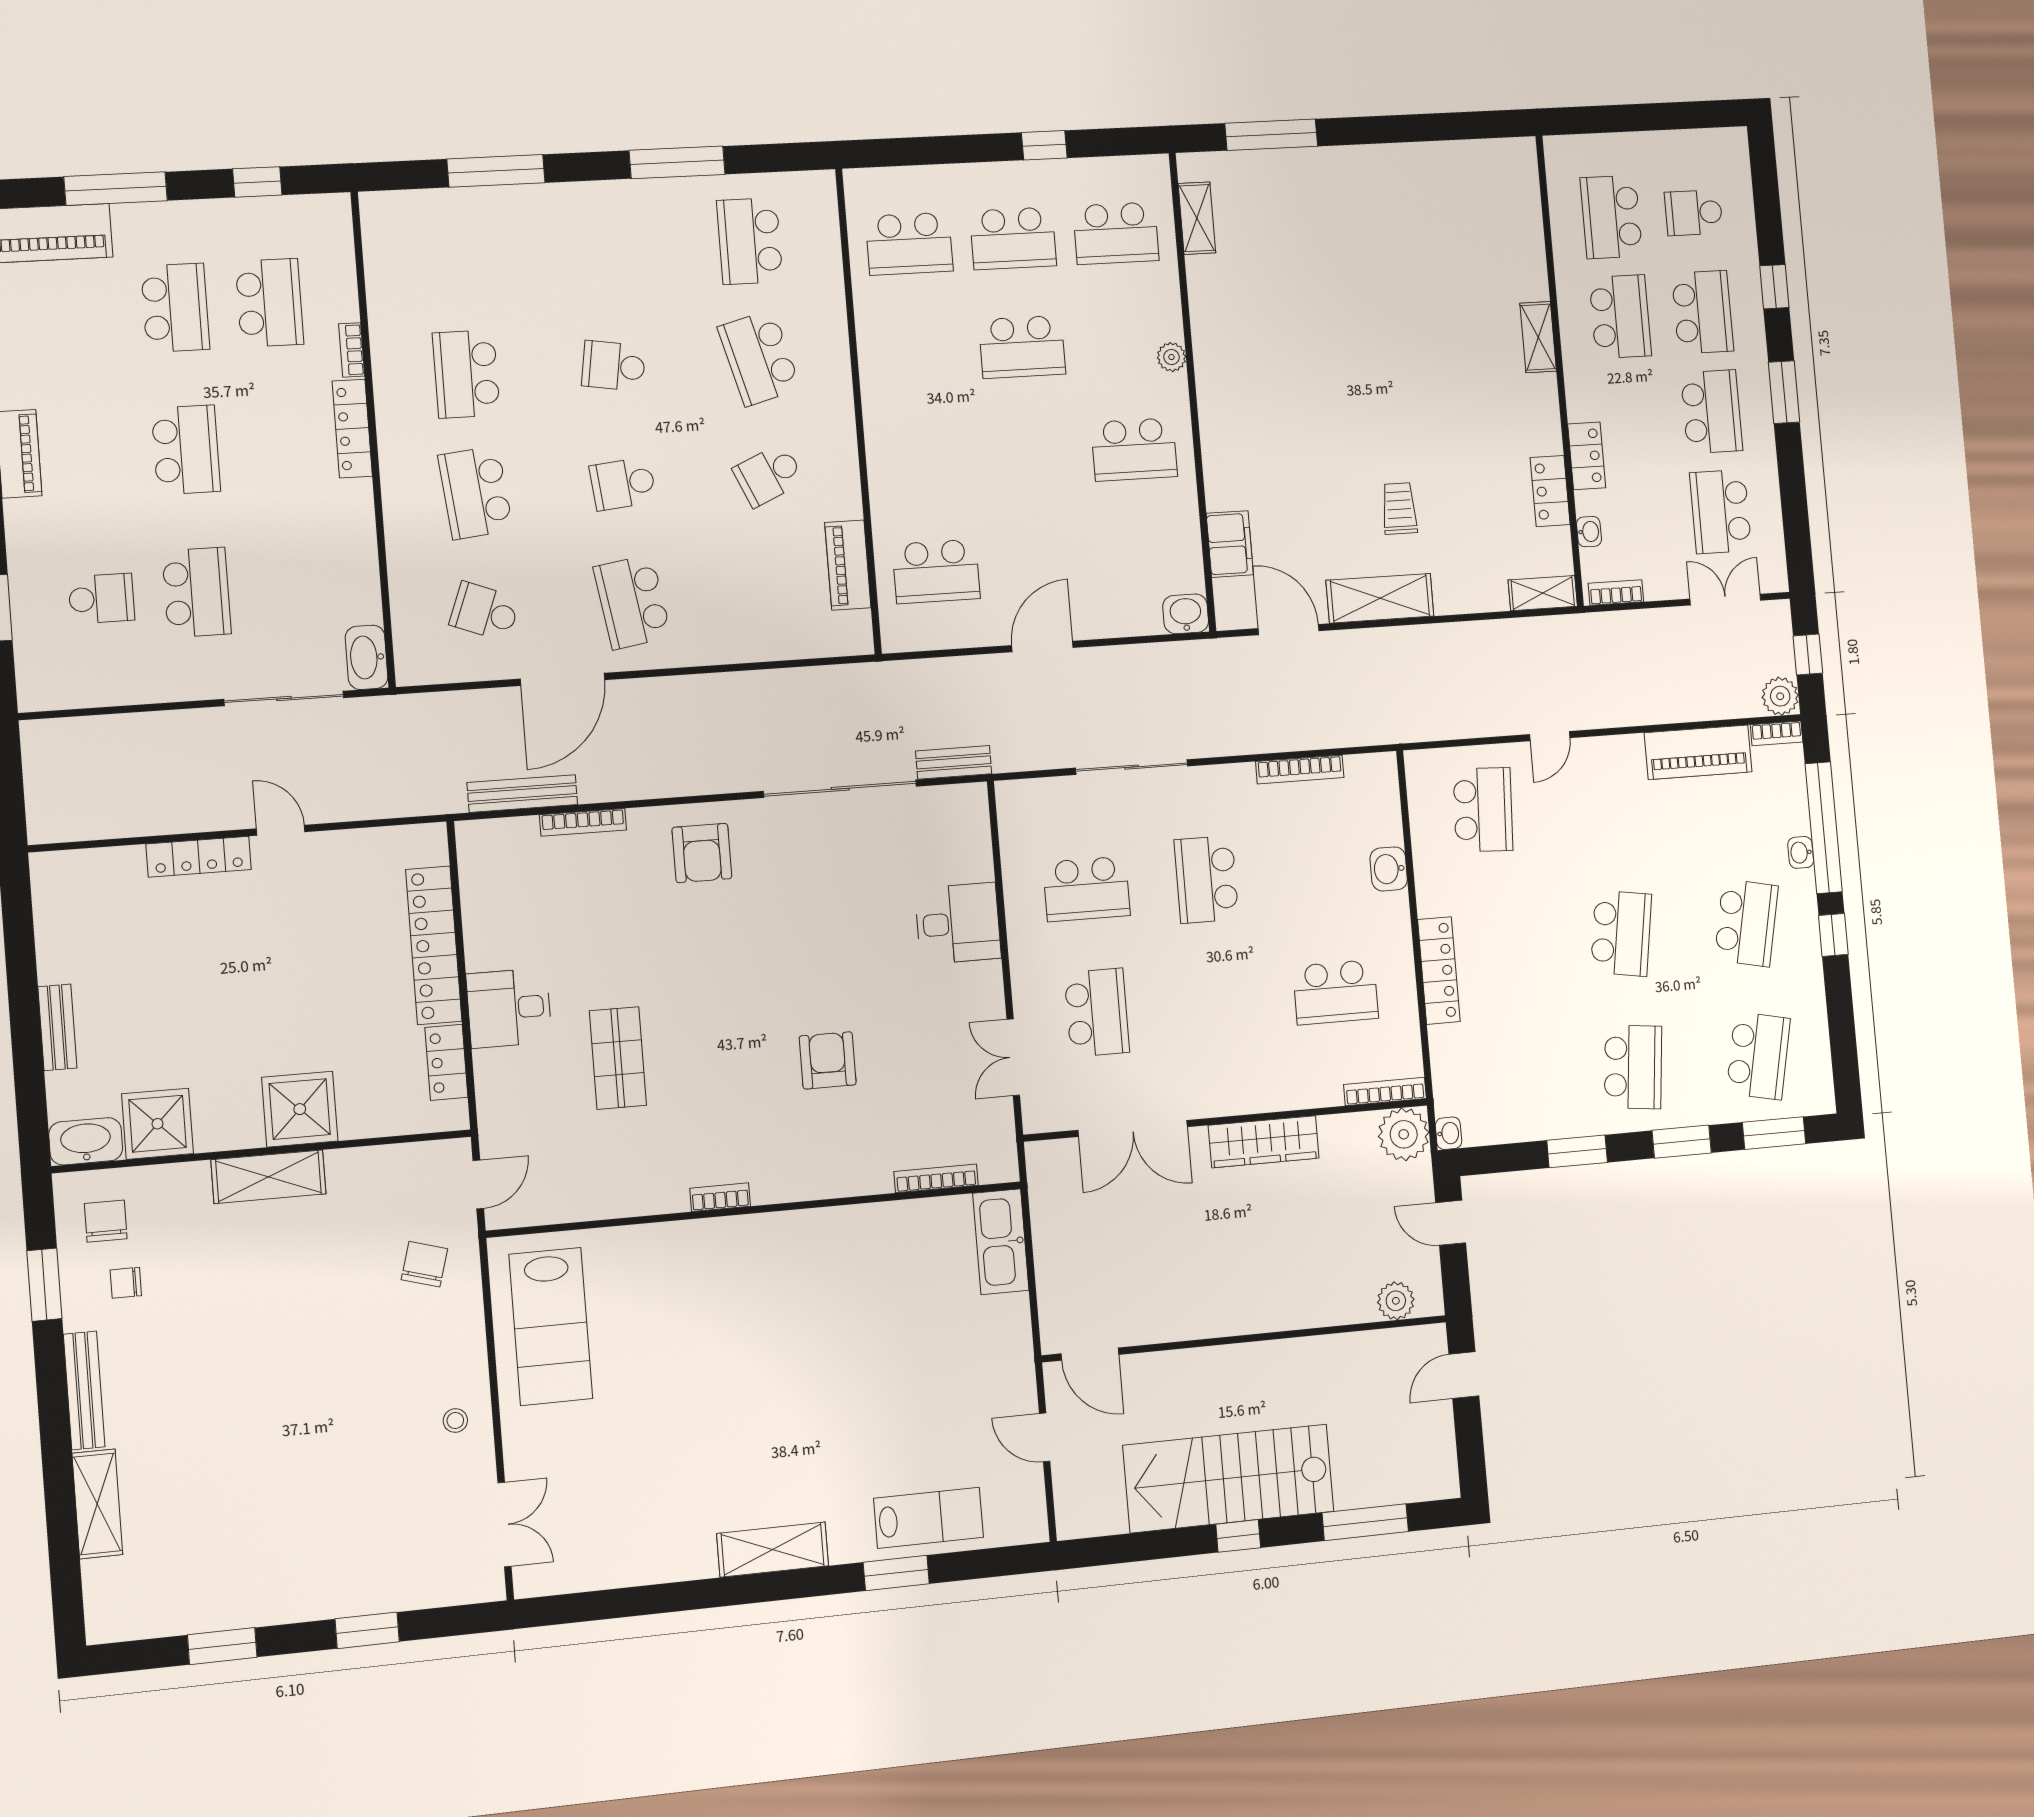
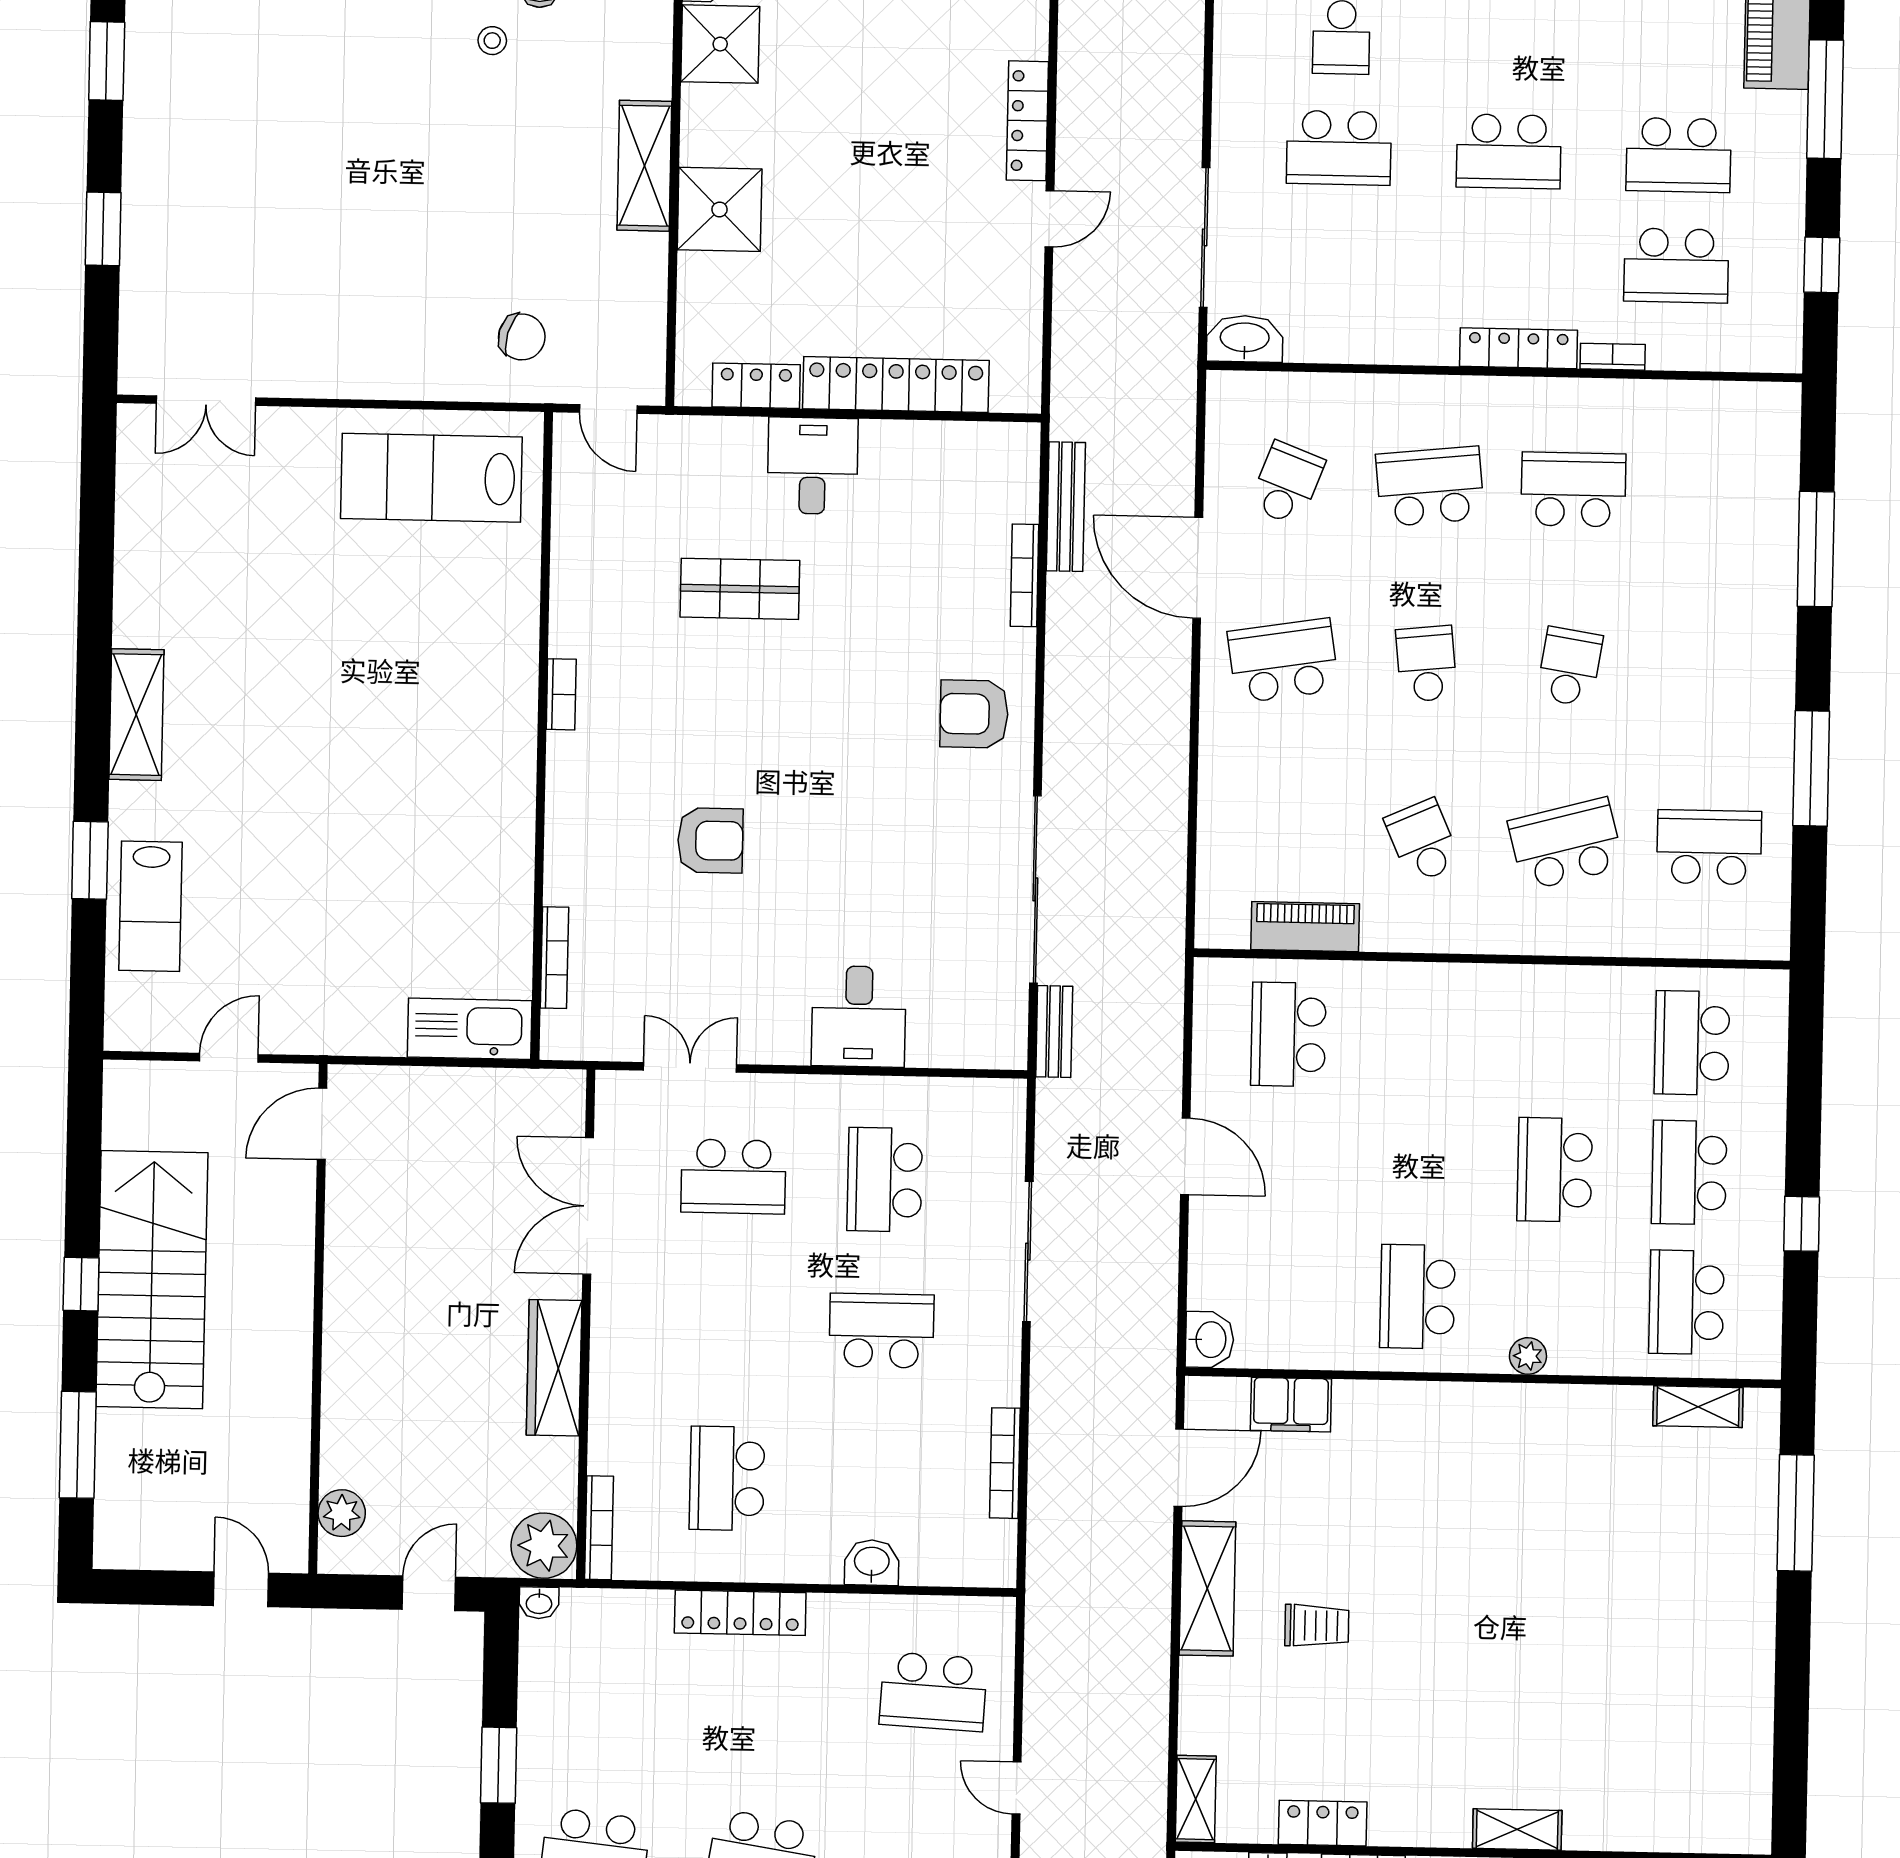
stool: (455, 1421) -> (492, 41), moved

